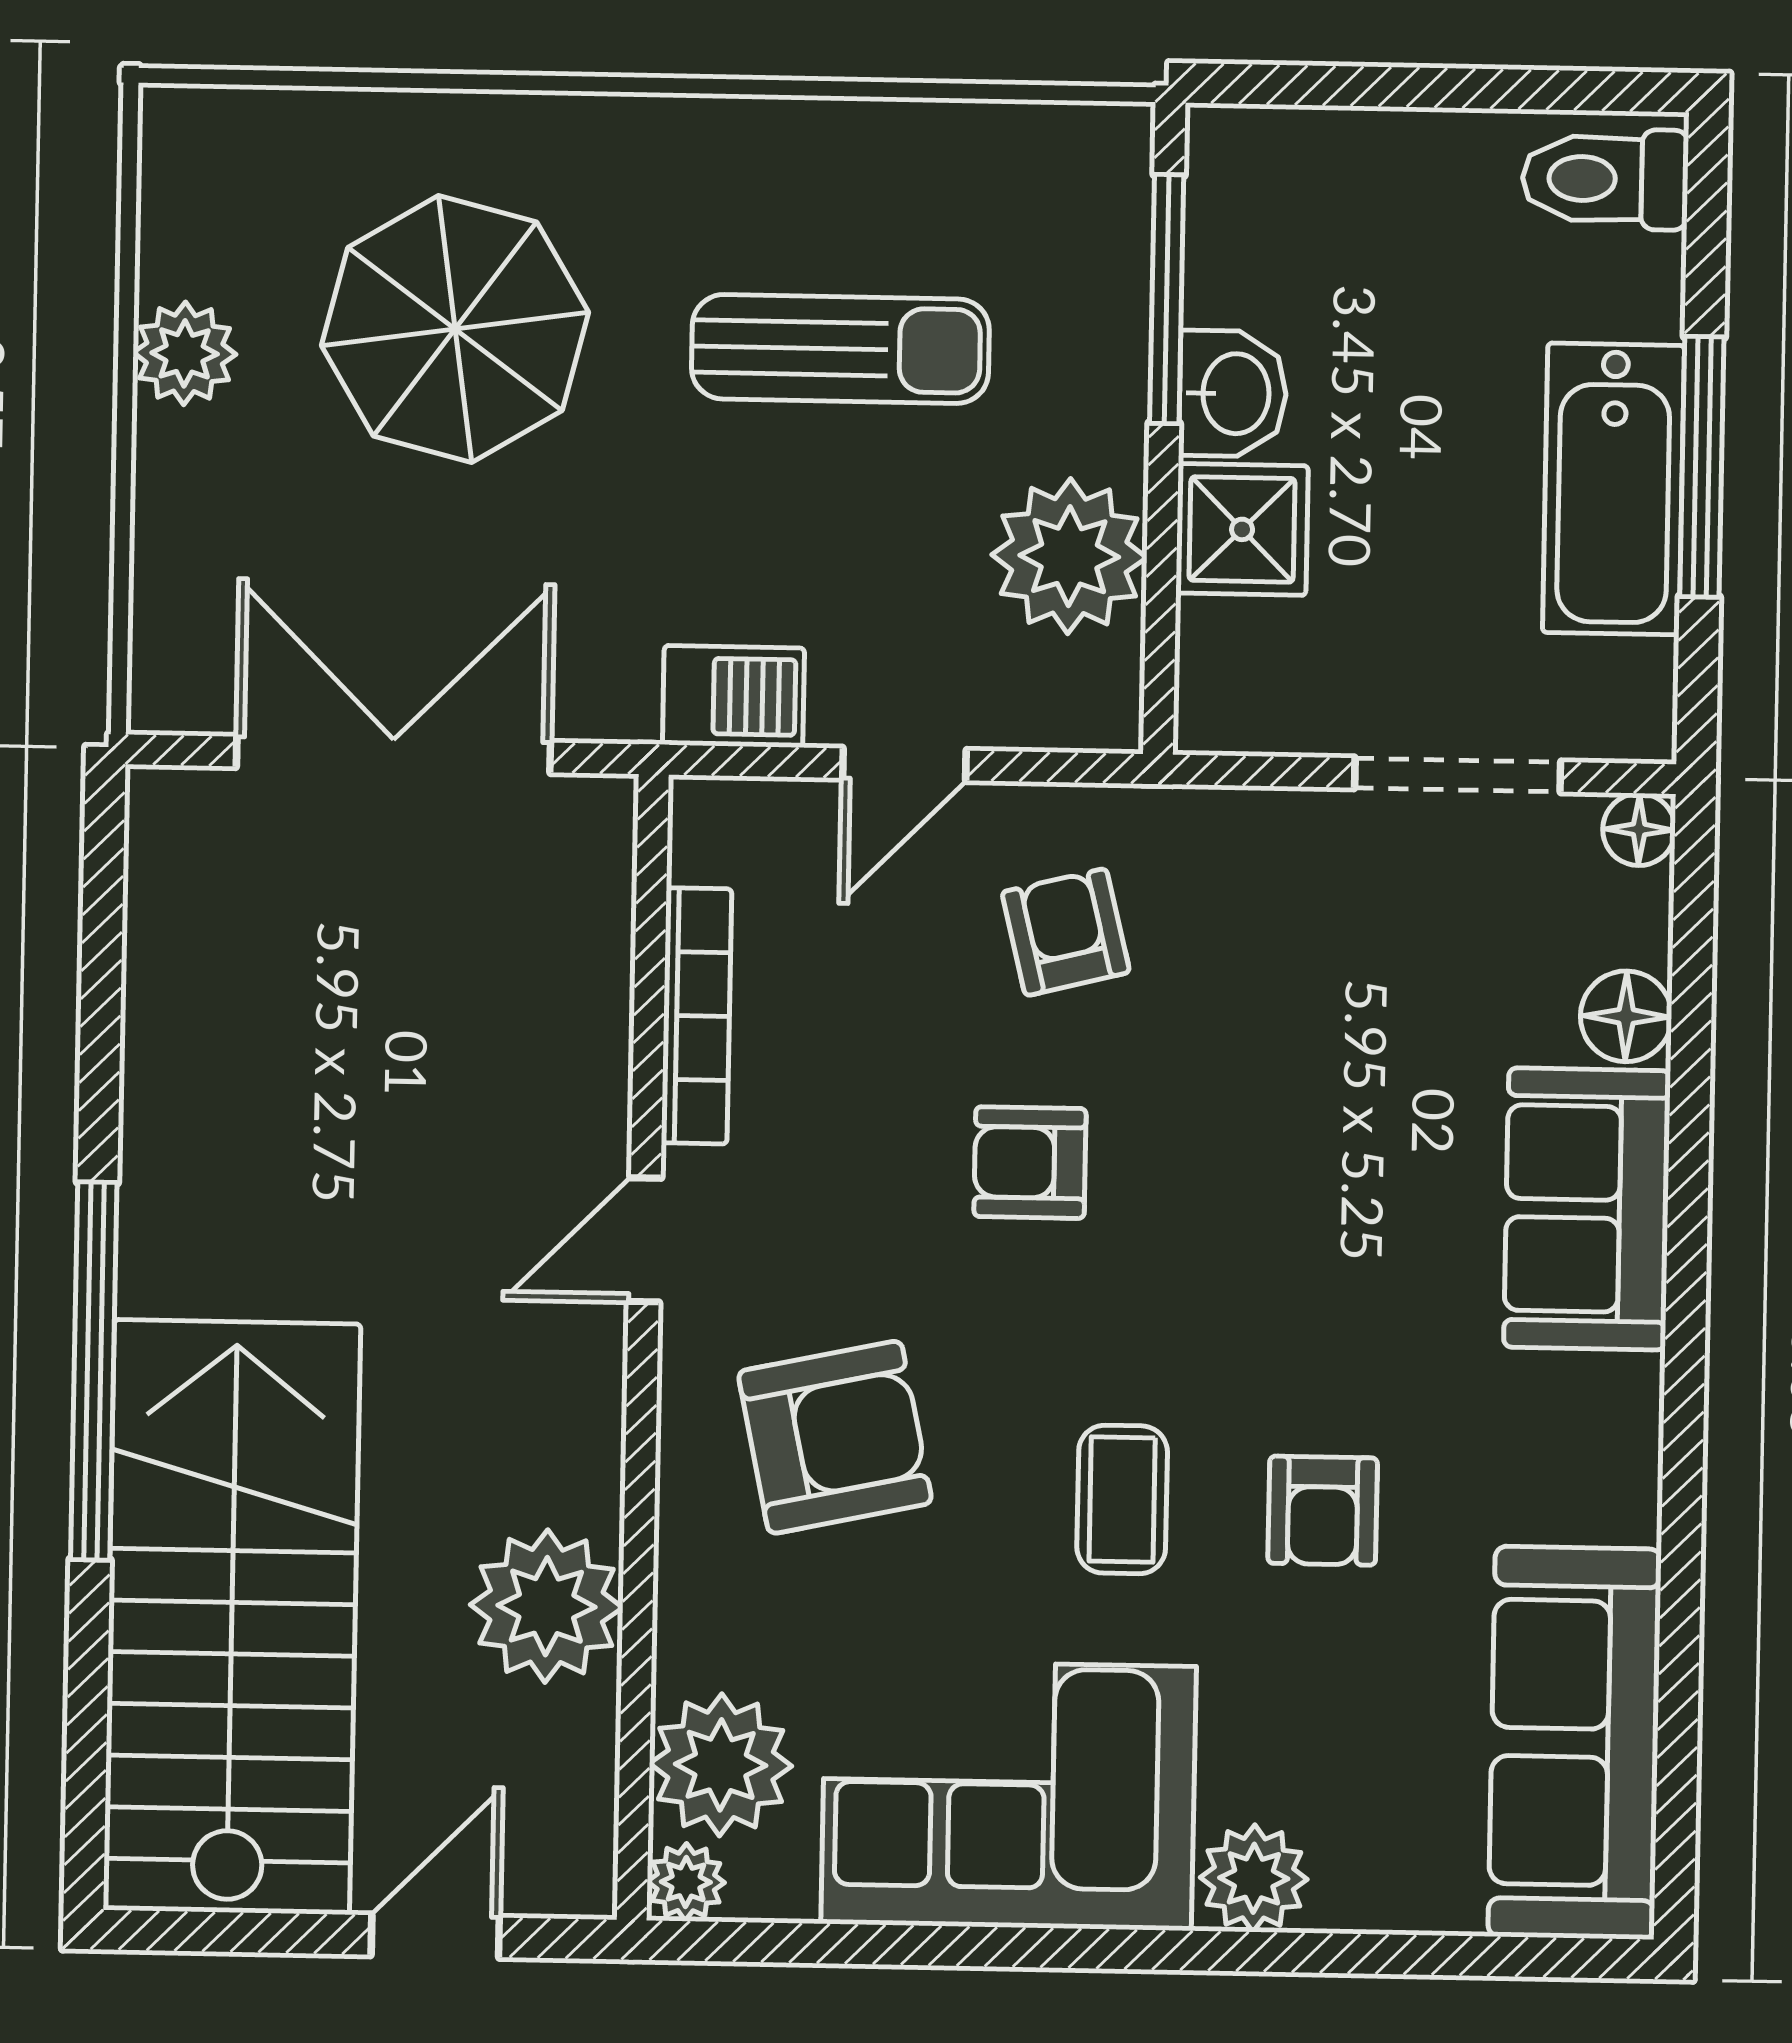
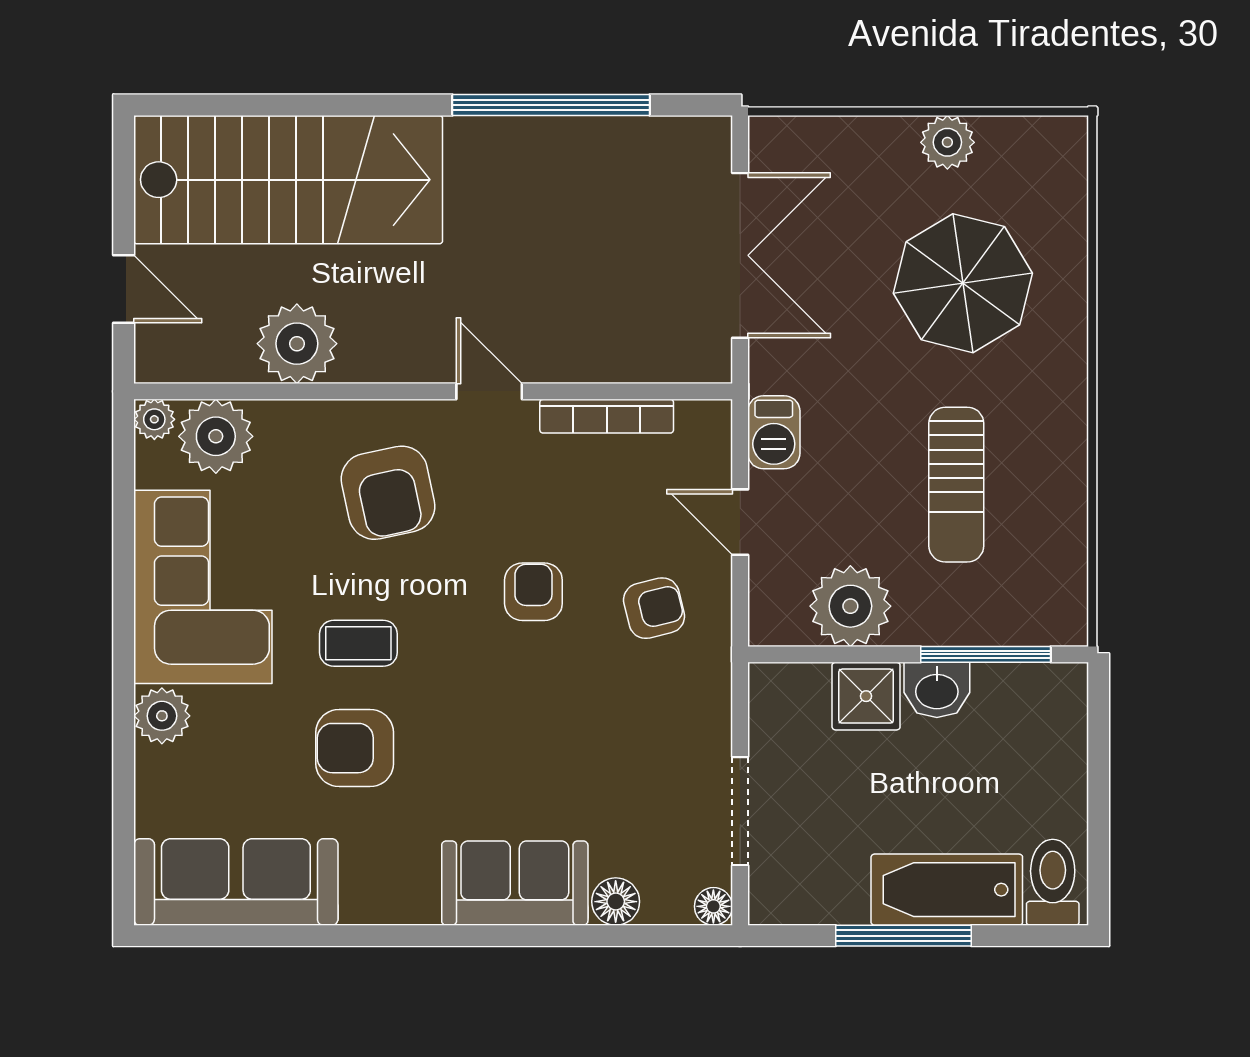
bathtub: (1613, 489) -> (947, 890), moved
window: (94, 1371) -> (551, 105), moved
armchair: (1323, 1511) -> (355, 748), width x1.38, depth x1.38

